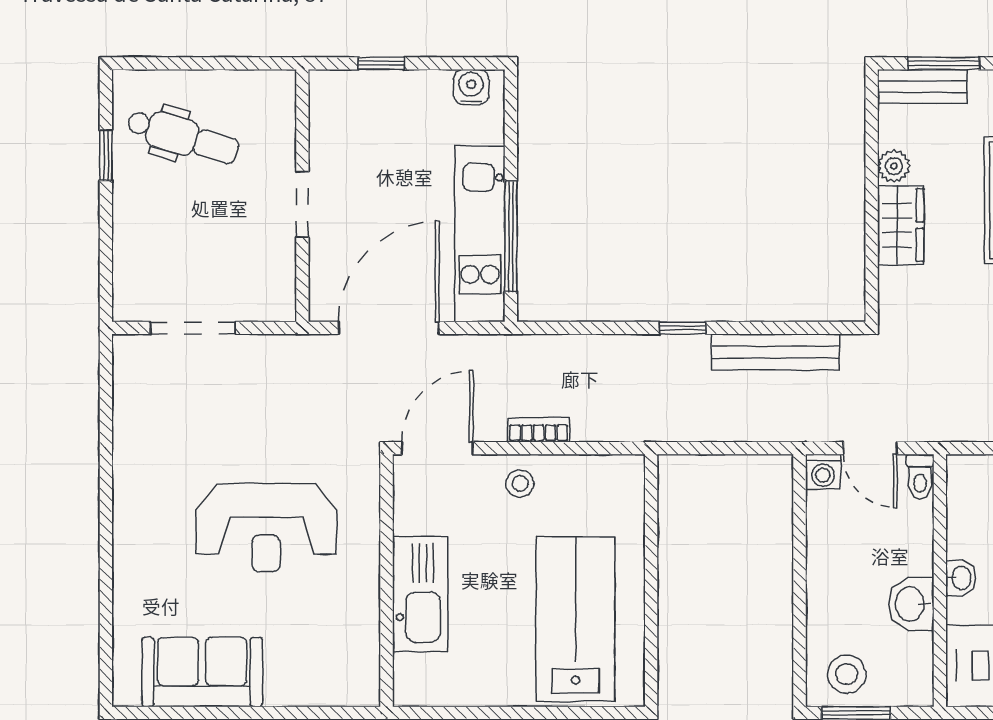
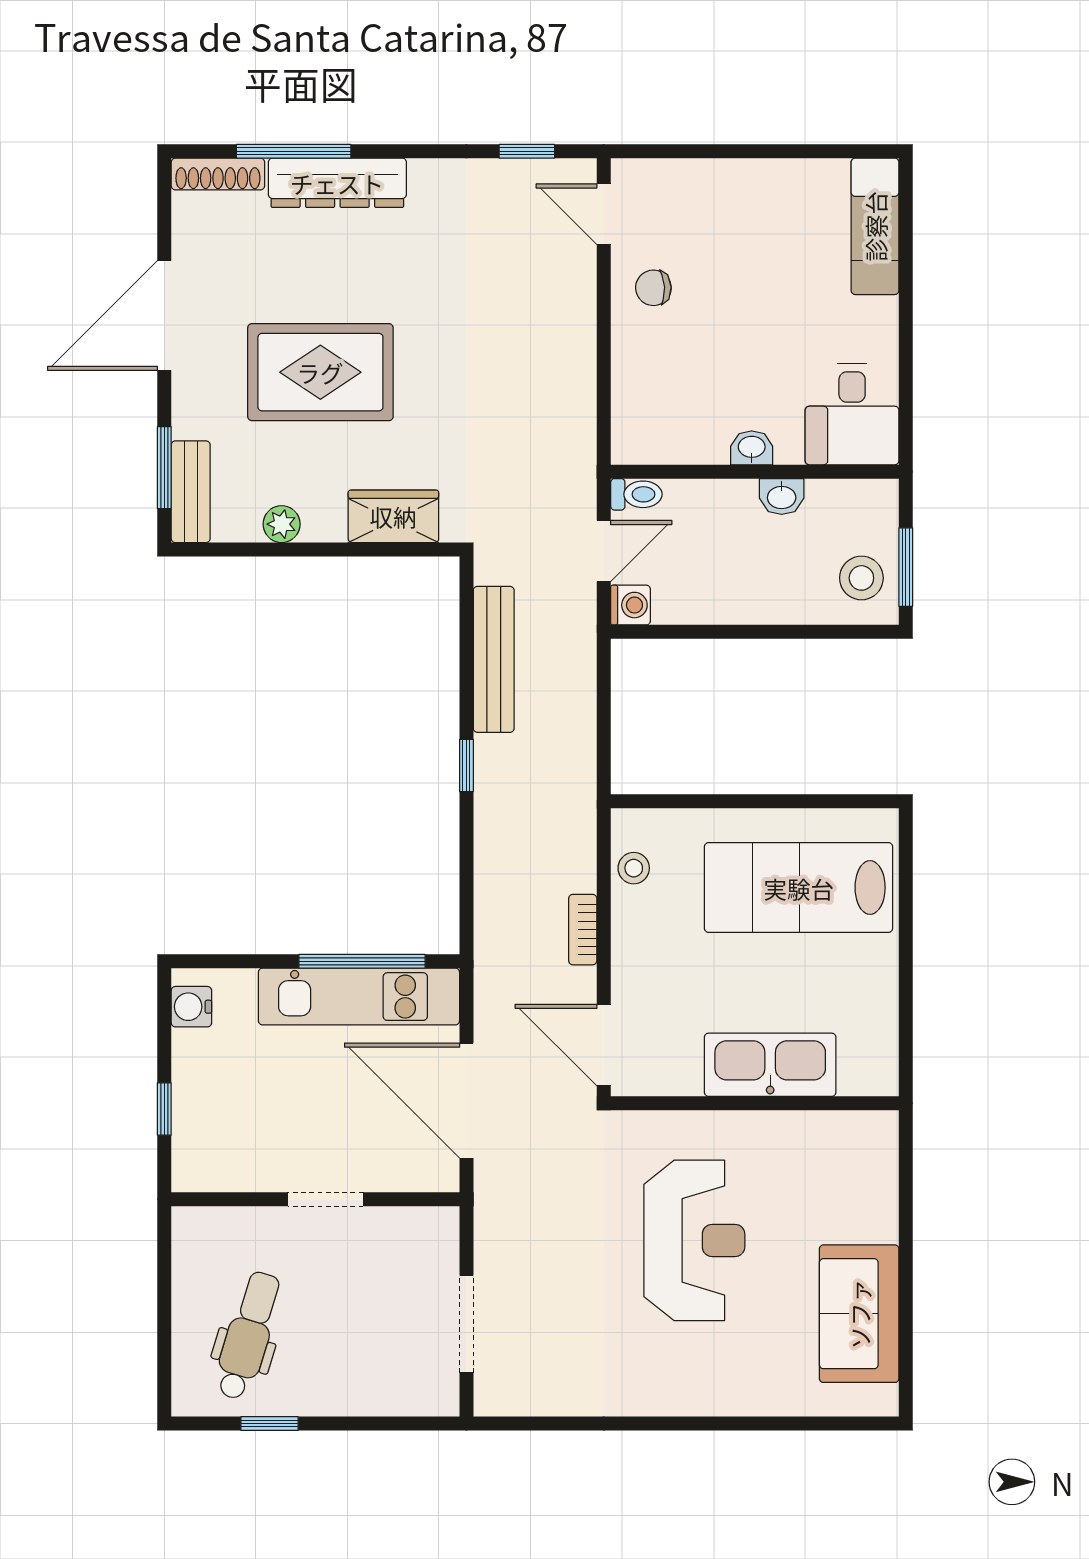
wardrobe: (901, 225) -> (393, 516), moved
stool: (520, 484) -> (634, 868), moved
washbasin: (911, 604) -> (782, 496), width x0.72, depth x0.69

